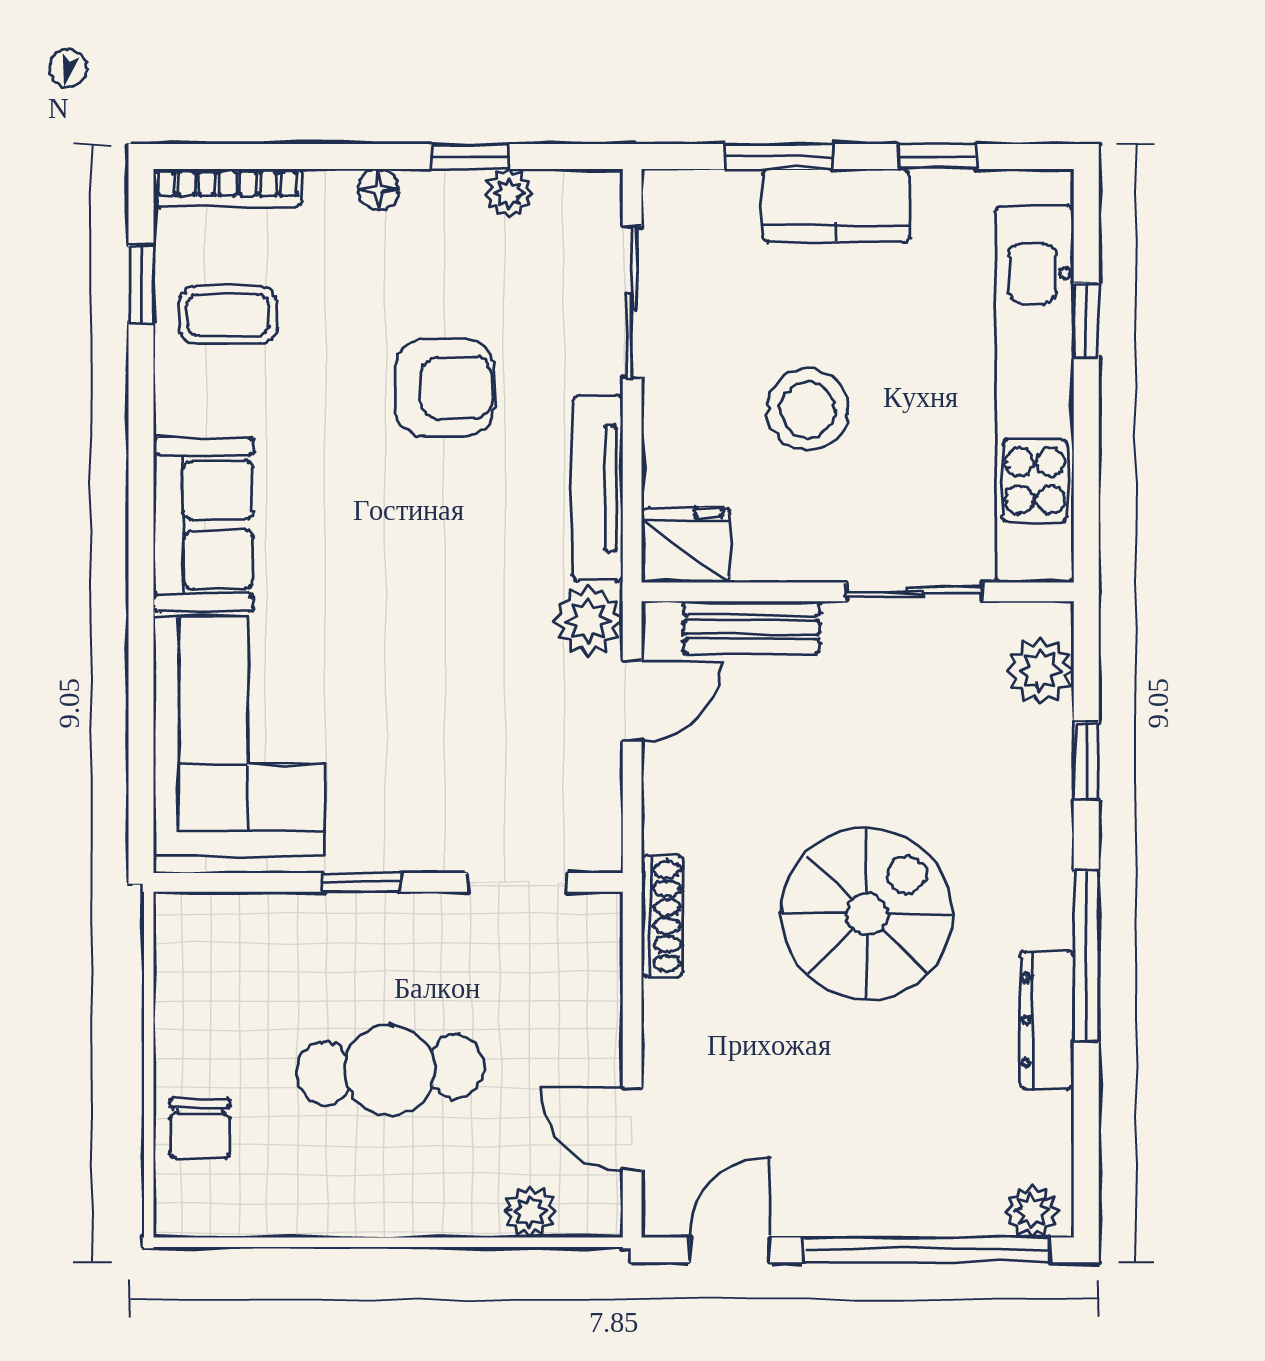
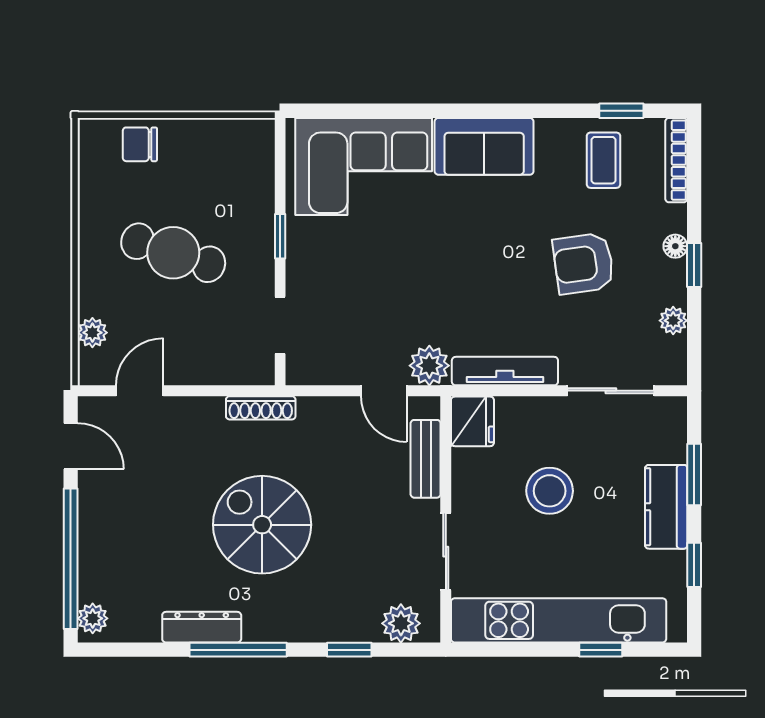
window: (469, 156) -> (694, 265), moved
armchair: (444, 388) -> (583, 264), moved, turned 82
spiral stairs: (867, 914) -> (262, 525), turned 180
cafe table: (390, 1070) -> (173, 253), turned -69

